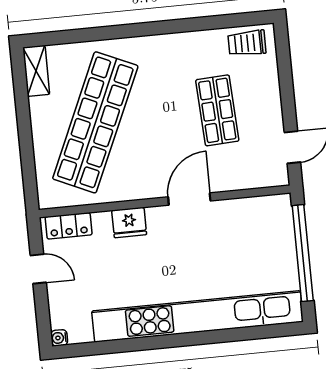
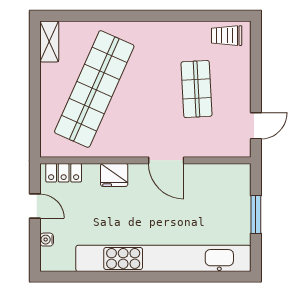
door: (189, 199) -> (166, 160), swing flipped
window: (303, 253) -> (256, 214), width x0.47
water cooler: (59, 338) -> (47, 240), moved

